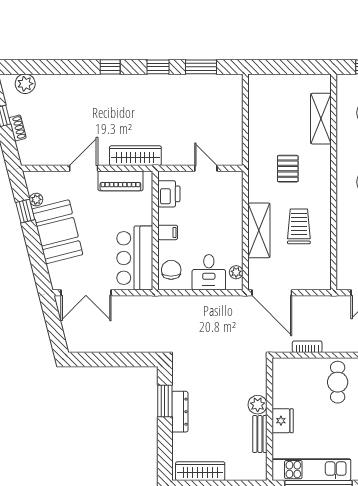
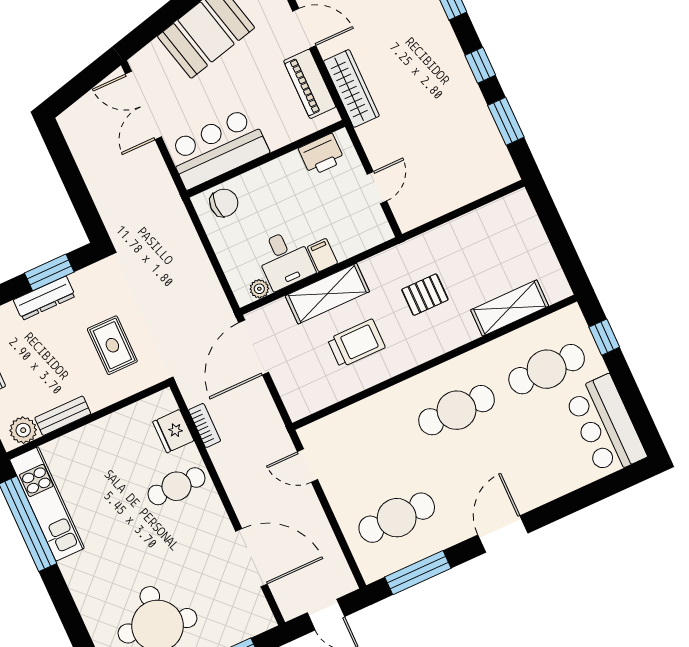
filing cabinet: (168, 232) -> (322, 255), moved, turned 180
desk: (209, 272) -> (285, 260), moved, turned -90
rug: (229, 382) -> (112, 345), added
plant: (258, 405) -> (23, 430), moved
fridge: (283, 421) -> (173, 431), moved, turned 90

